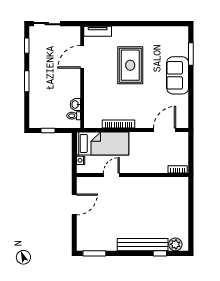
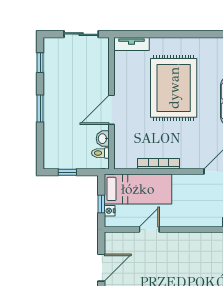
sliding door: (47, 24) -> (81, 34), moved
door: (82, 57) -> (111, 110), moved
rug: (130, 65) -> (174, 88), width x1.37, depth x1.44
window: (74, 155) -> (101, 204), added

